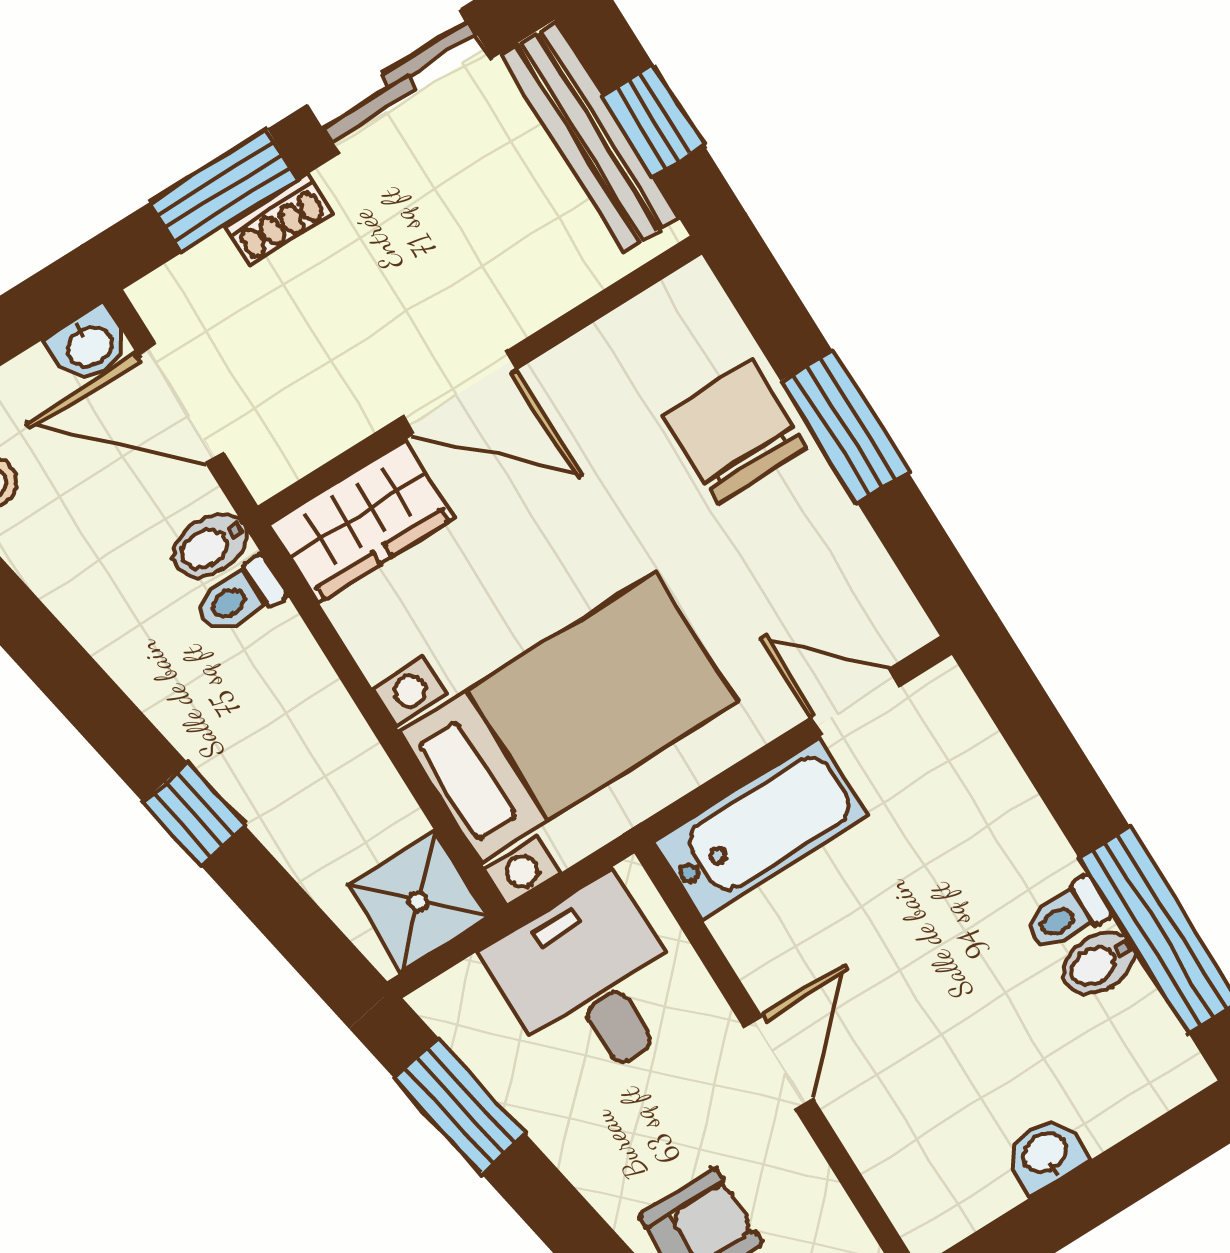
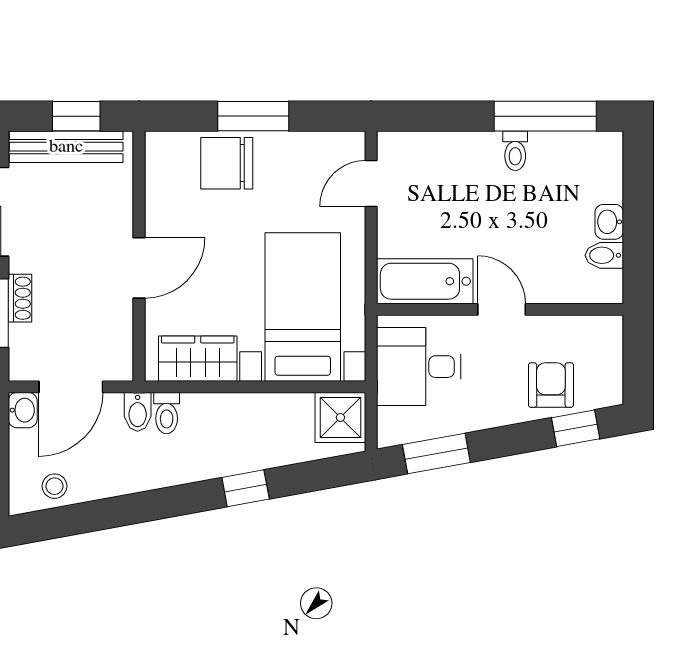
wardrobe: (362, 522) -> (198, 359), moved, turned -90
bathtub: (761, 829) -> (425, 281), moved, turned -90
bidet: (1099, 963) -> (604, 255), moved, turned 90

